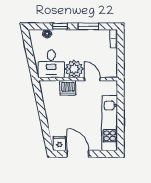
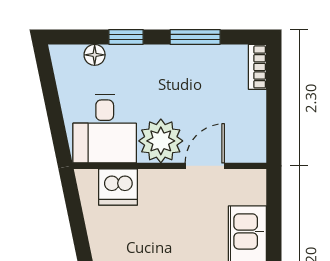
door: (92, 79) -> (205, 166), hinge flipped
dishwasher: (68, 88) -> (118, 187), moved

